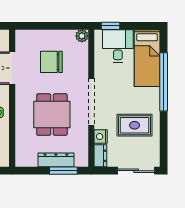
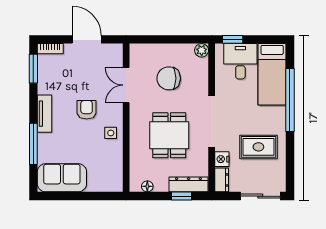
dresser: (56, 160) -> (189, 184), moved
floor lamp: (32, 162) -> (147, 186), added
window: (63, 171) -> (181, 196), width x0.67

